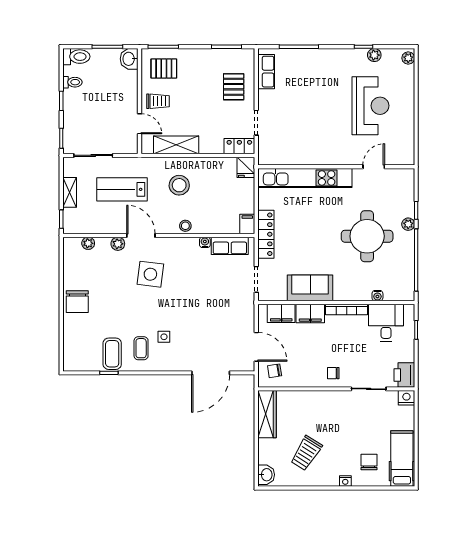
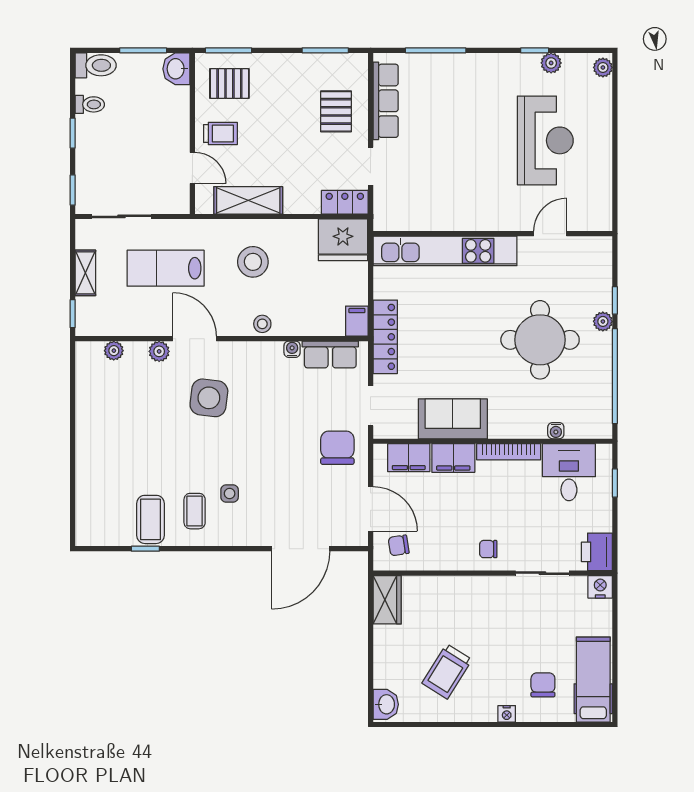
row of seats: (266, 72) -> (386, 101), width x1.48
fridge: (246, 167) -> (343, 240), width x1.88, depth x1.34
chair: (77, 302) -> (337, 448), moved, turned 180
wardrobe: (267, 414) -> (387, 600), width x0.67

